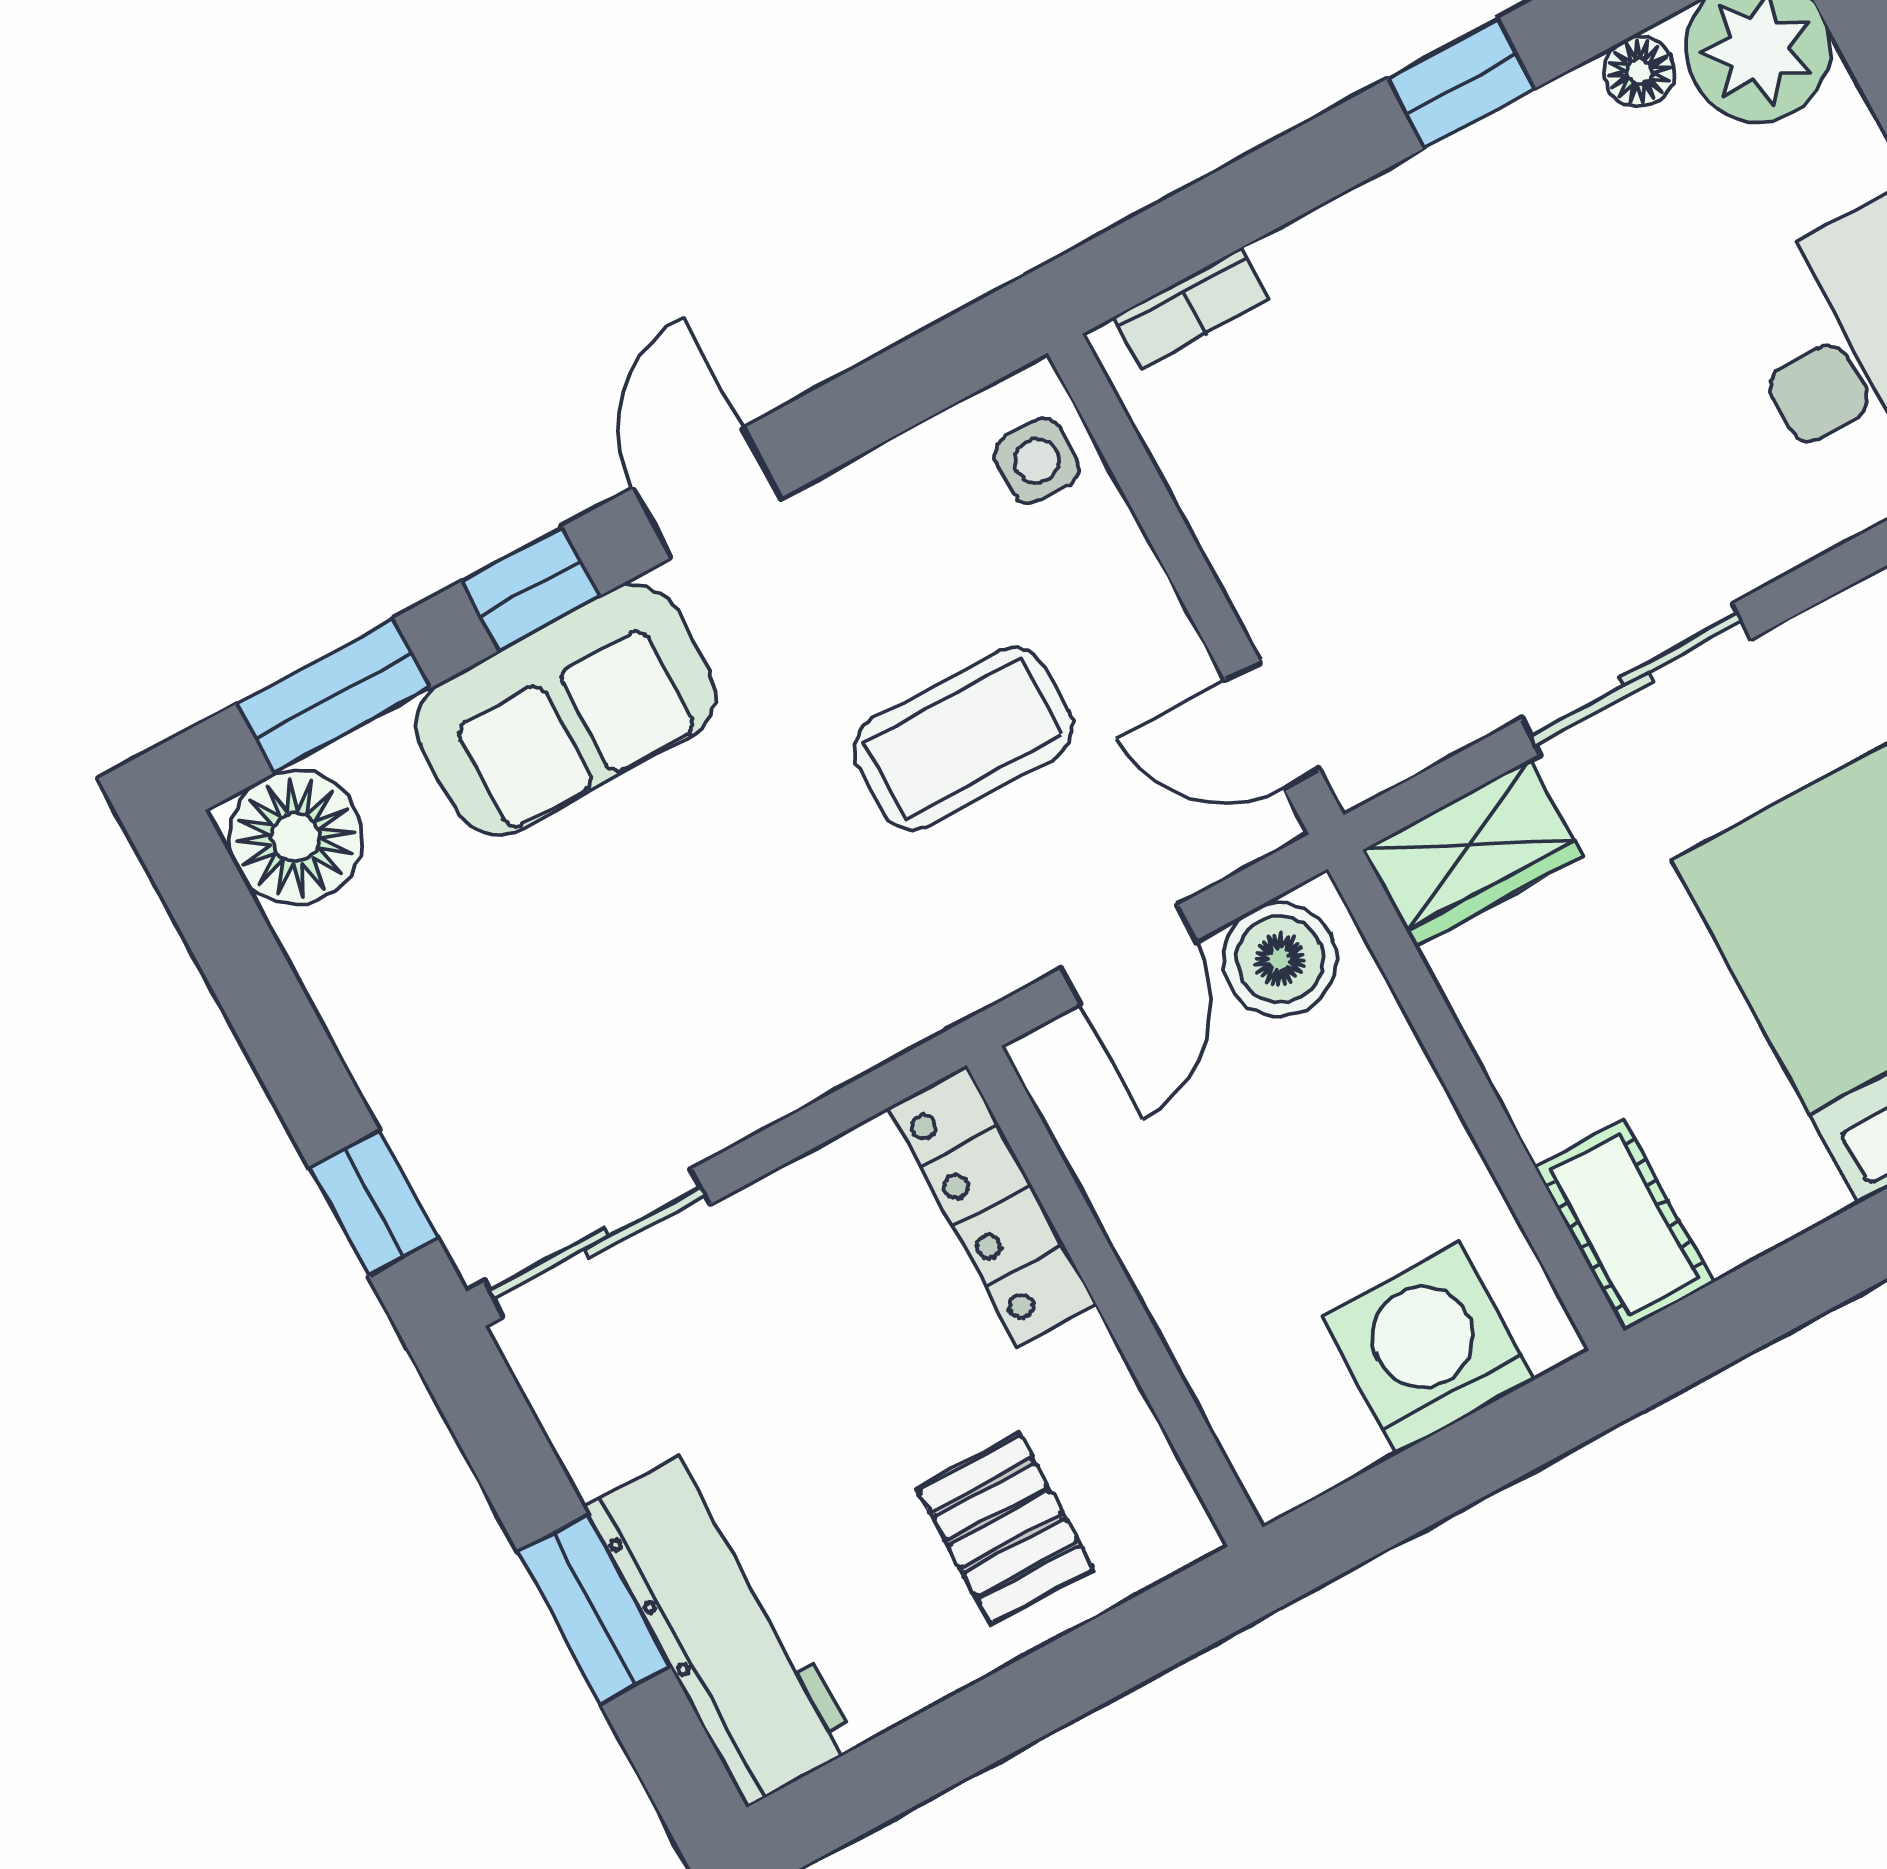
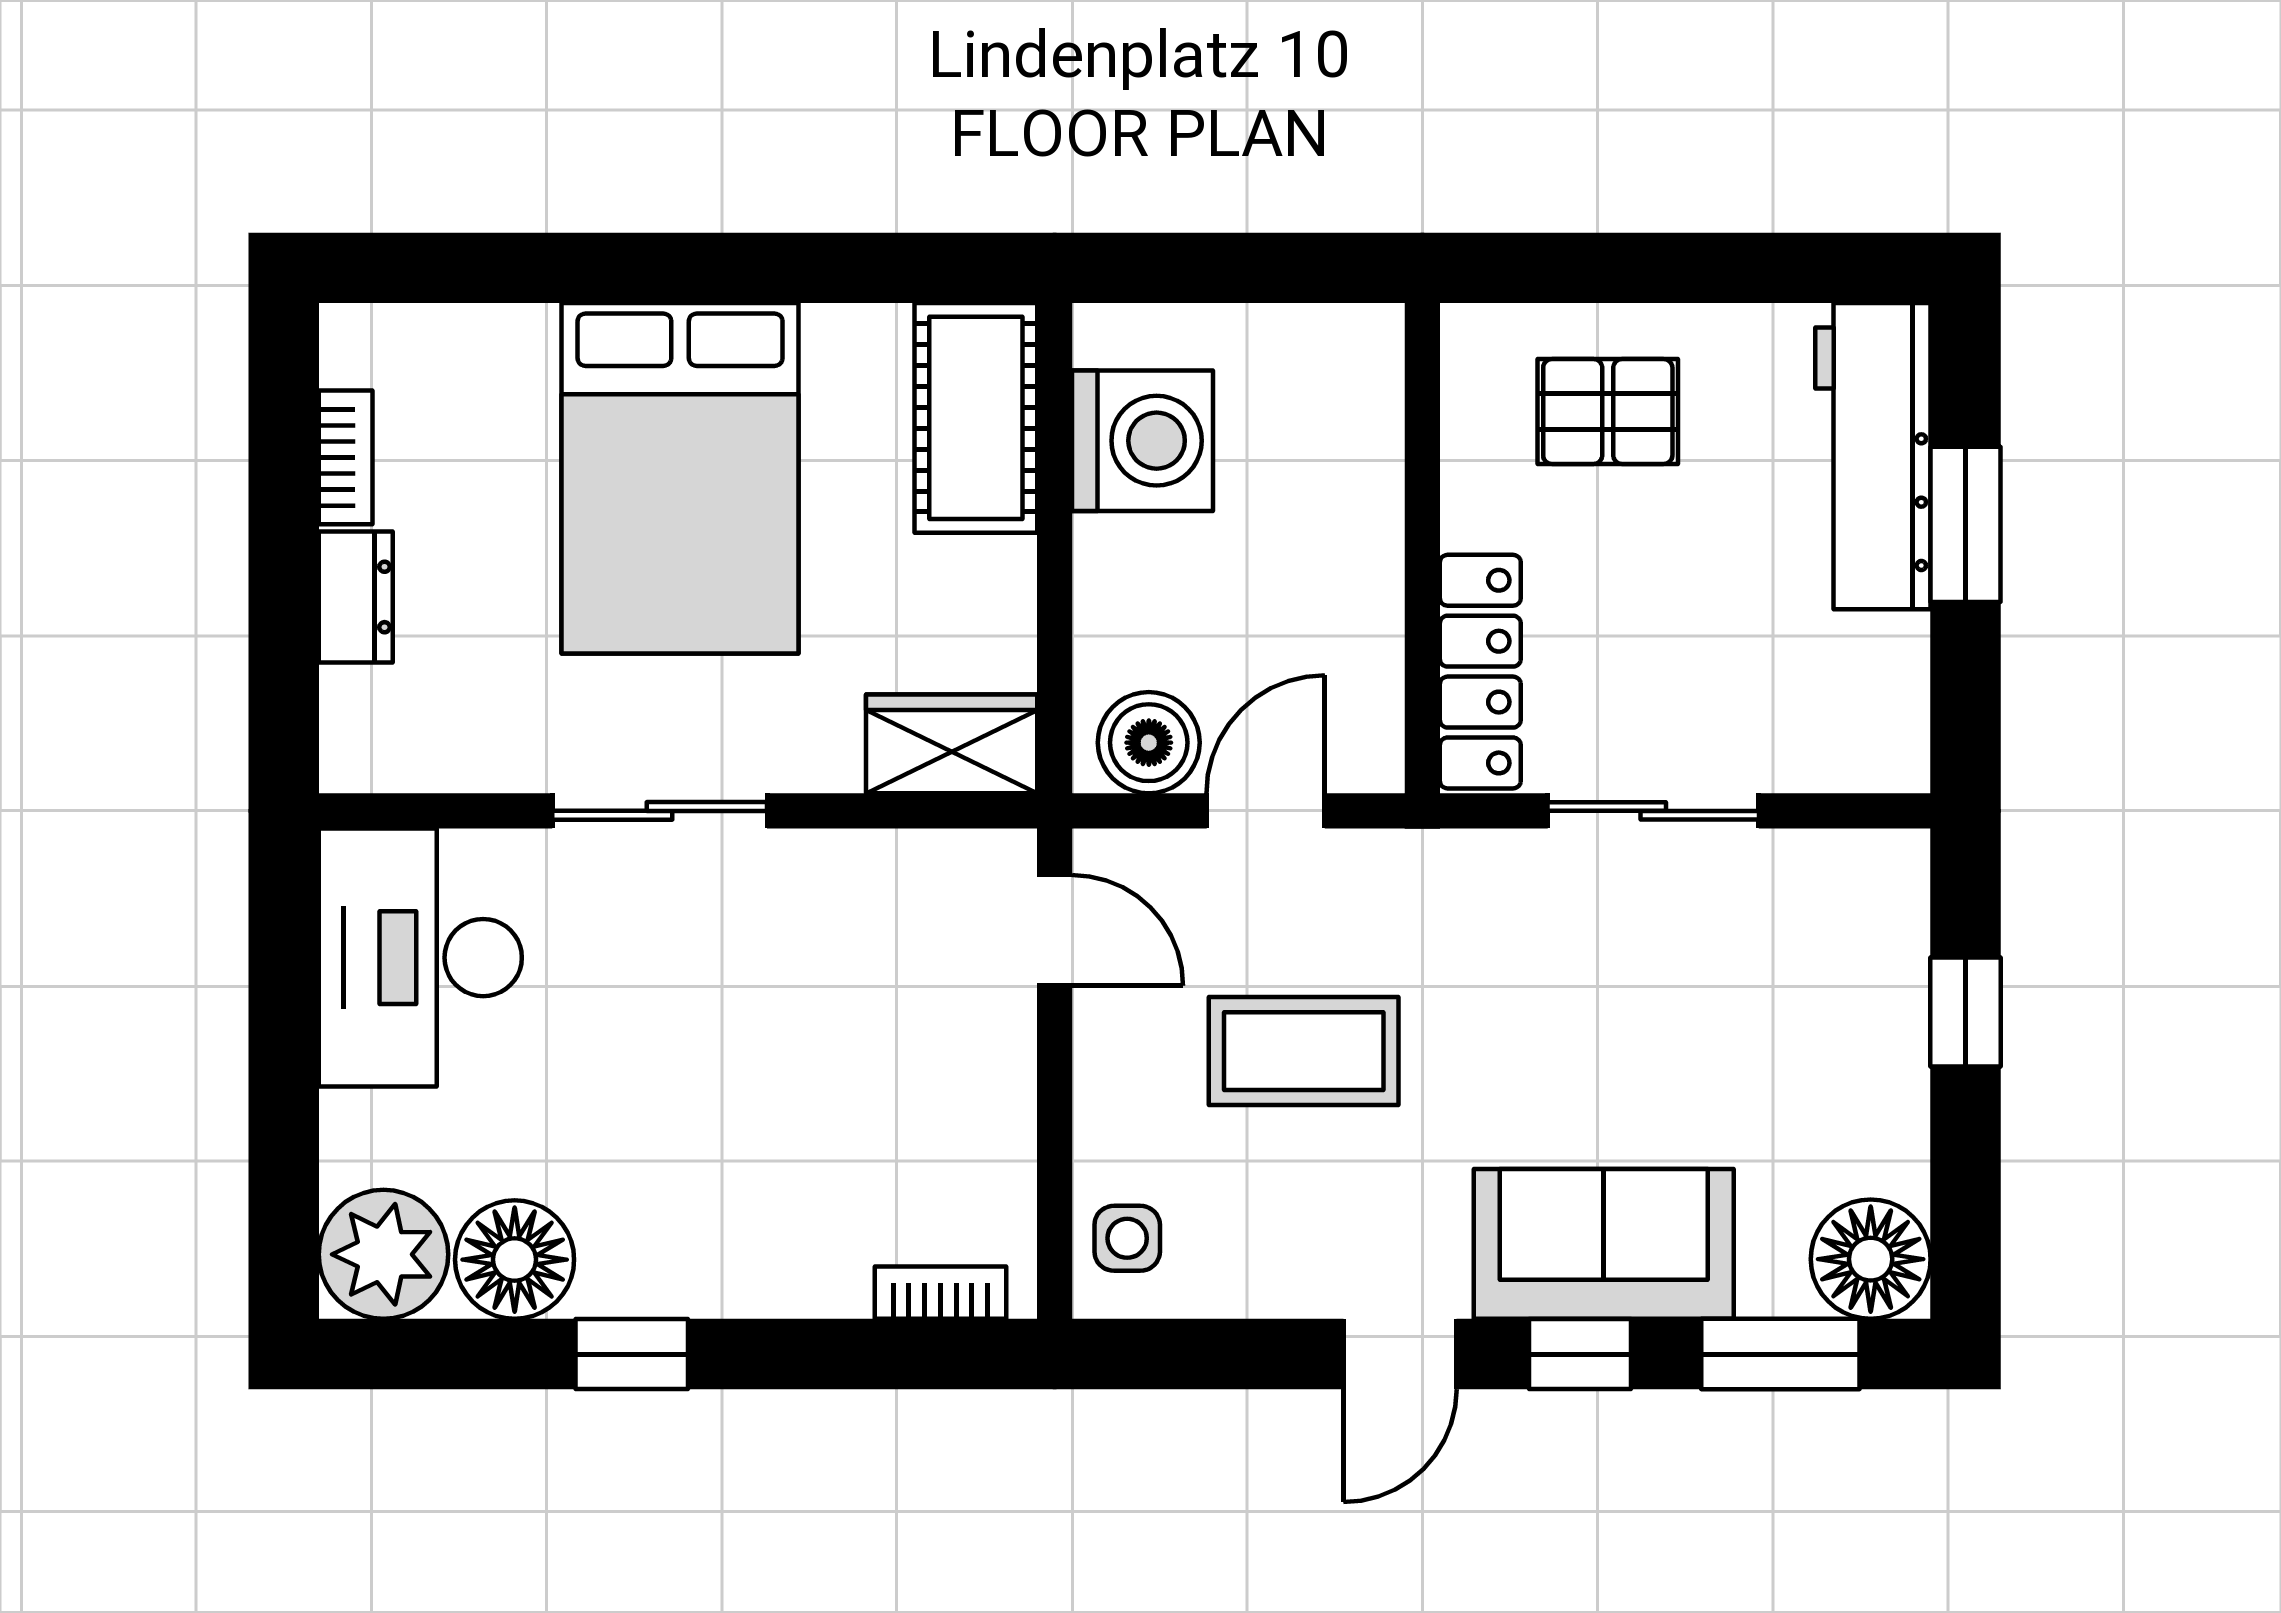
floor lamp: (1639, 71) -> (515, 1260), width x1.89, depth x1.89
sliding door: (1636, 679) -> (660, 811), moved
window: (374, 1203) -> (1966, 1012), moved
cot: (1624, 1225) -> (976, 418), width x1.37, depth x1.34
sliding door: (597, 1243) -> (1653, 811), moved
washing machine: (1428, 1348) -> (1142, 441), moved, turned -90
pallet: (1006, 1529) -> (1608, 412), turned 90

